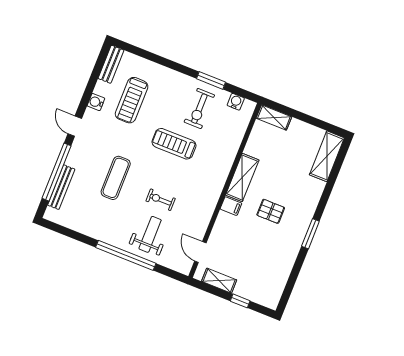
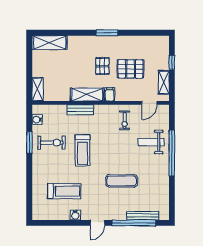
bench: (111, 64) -> (80, 110), moved
exercise bike: (161, 200) -> (125, 120), moved
pallet: (253, 245) -> (131, 69), added

